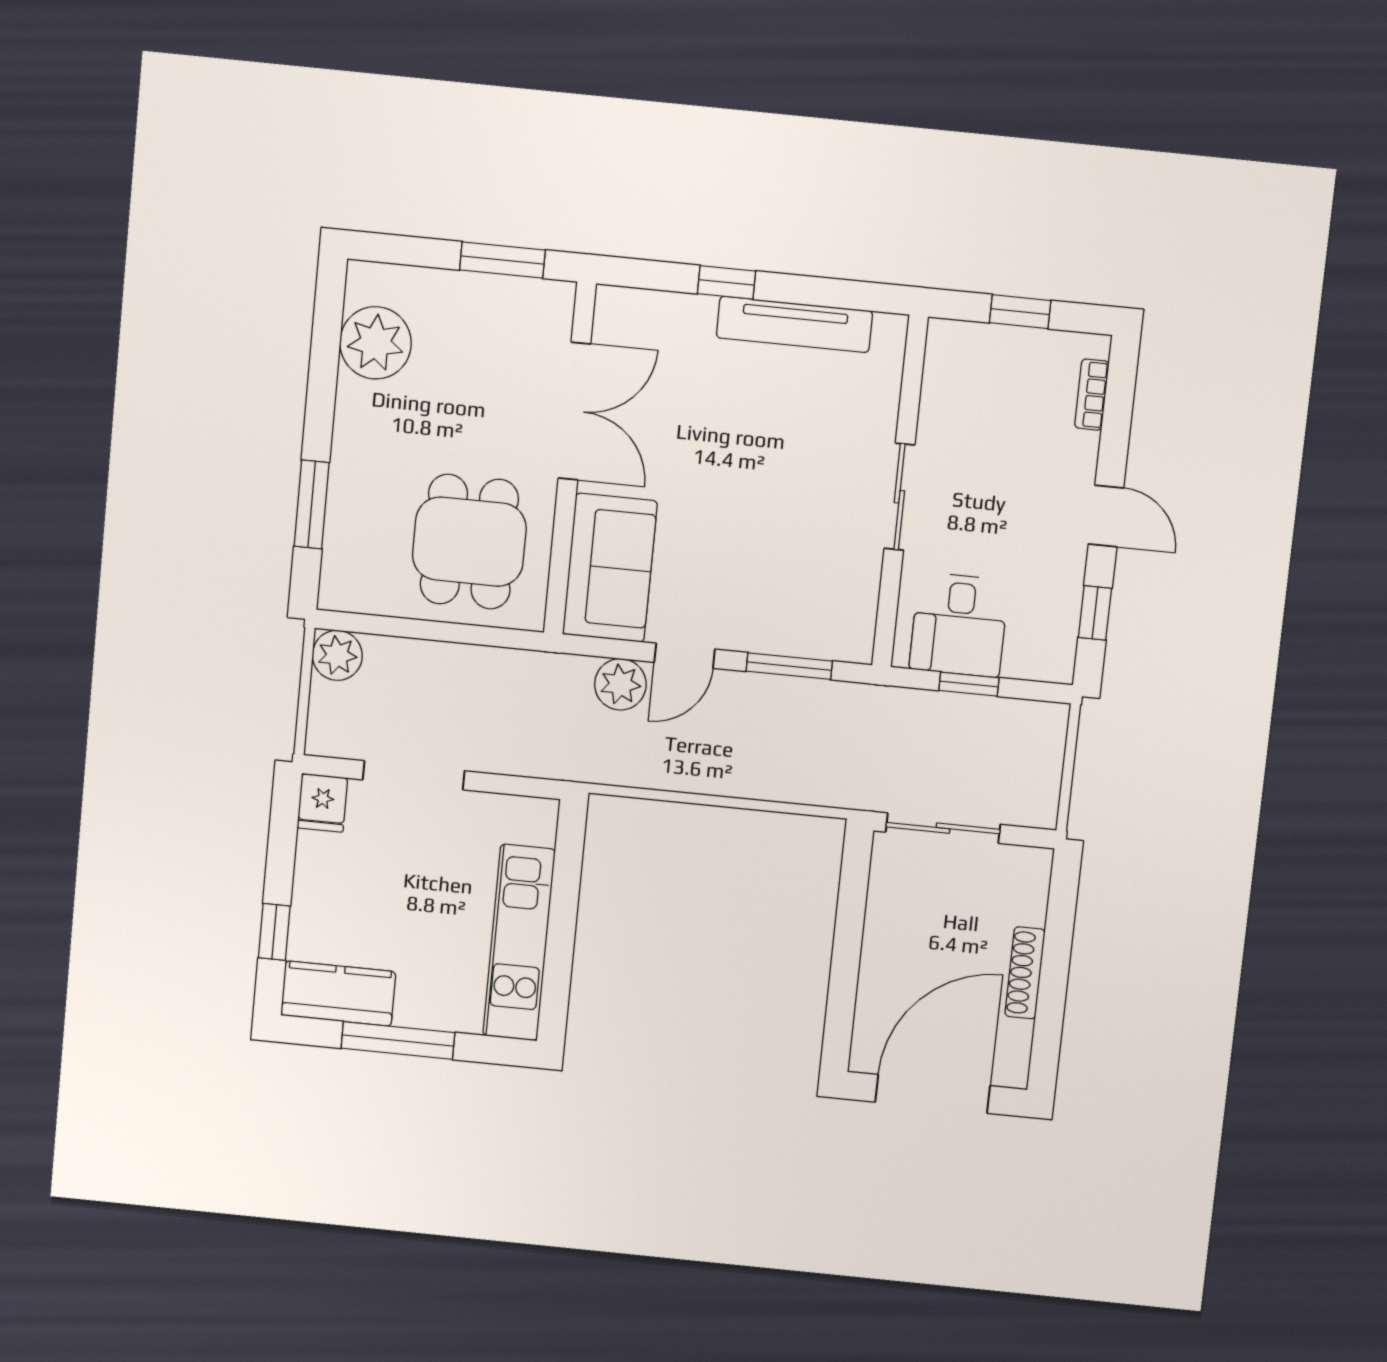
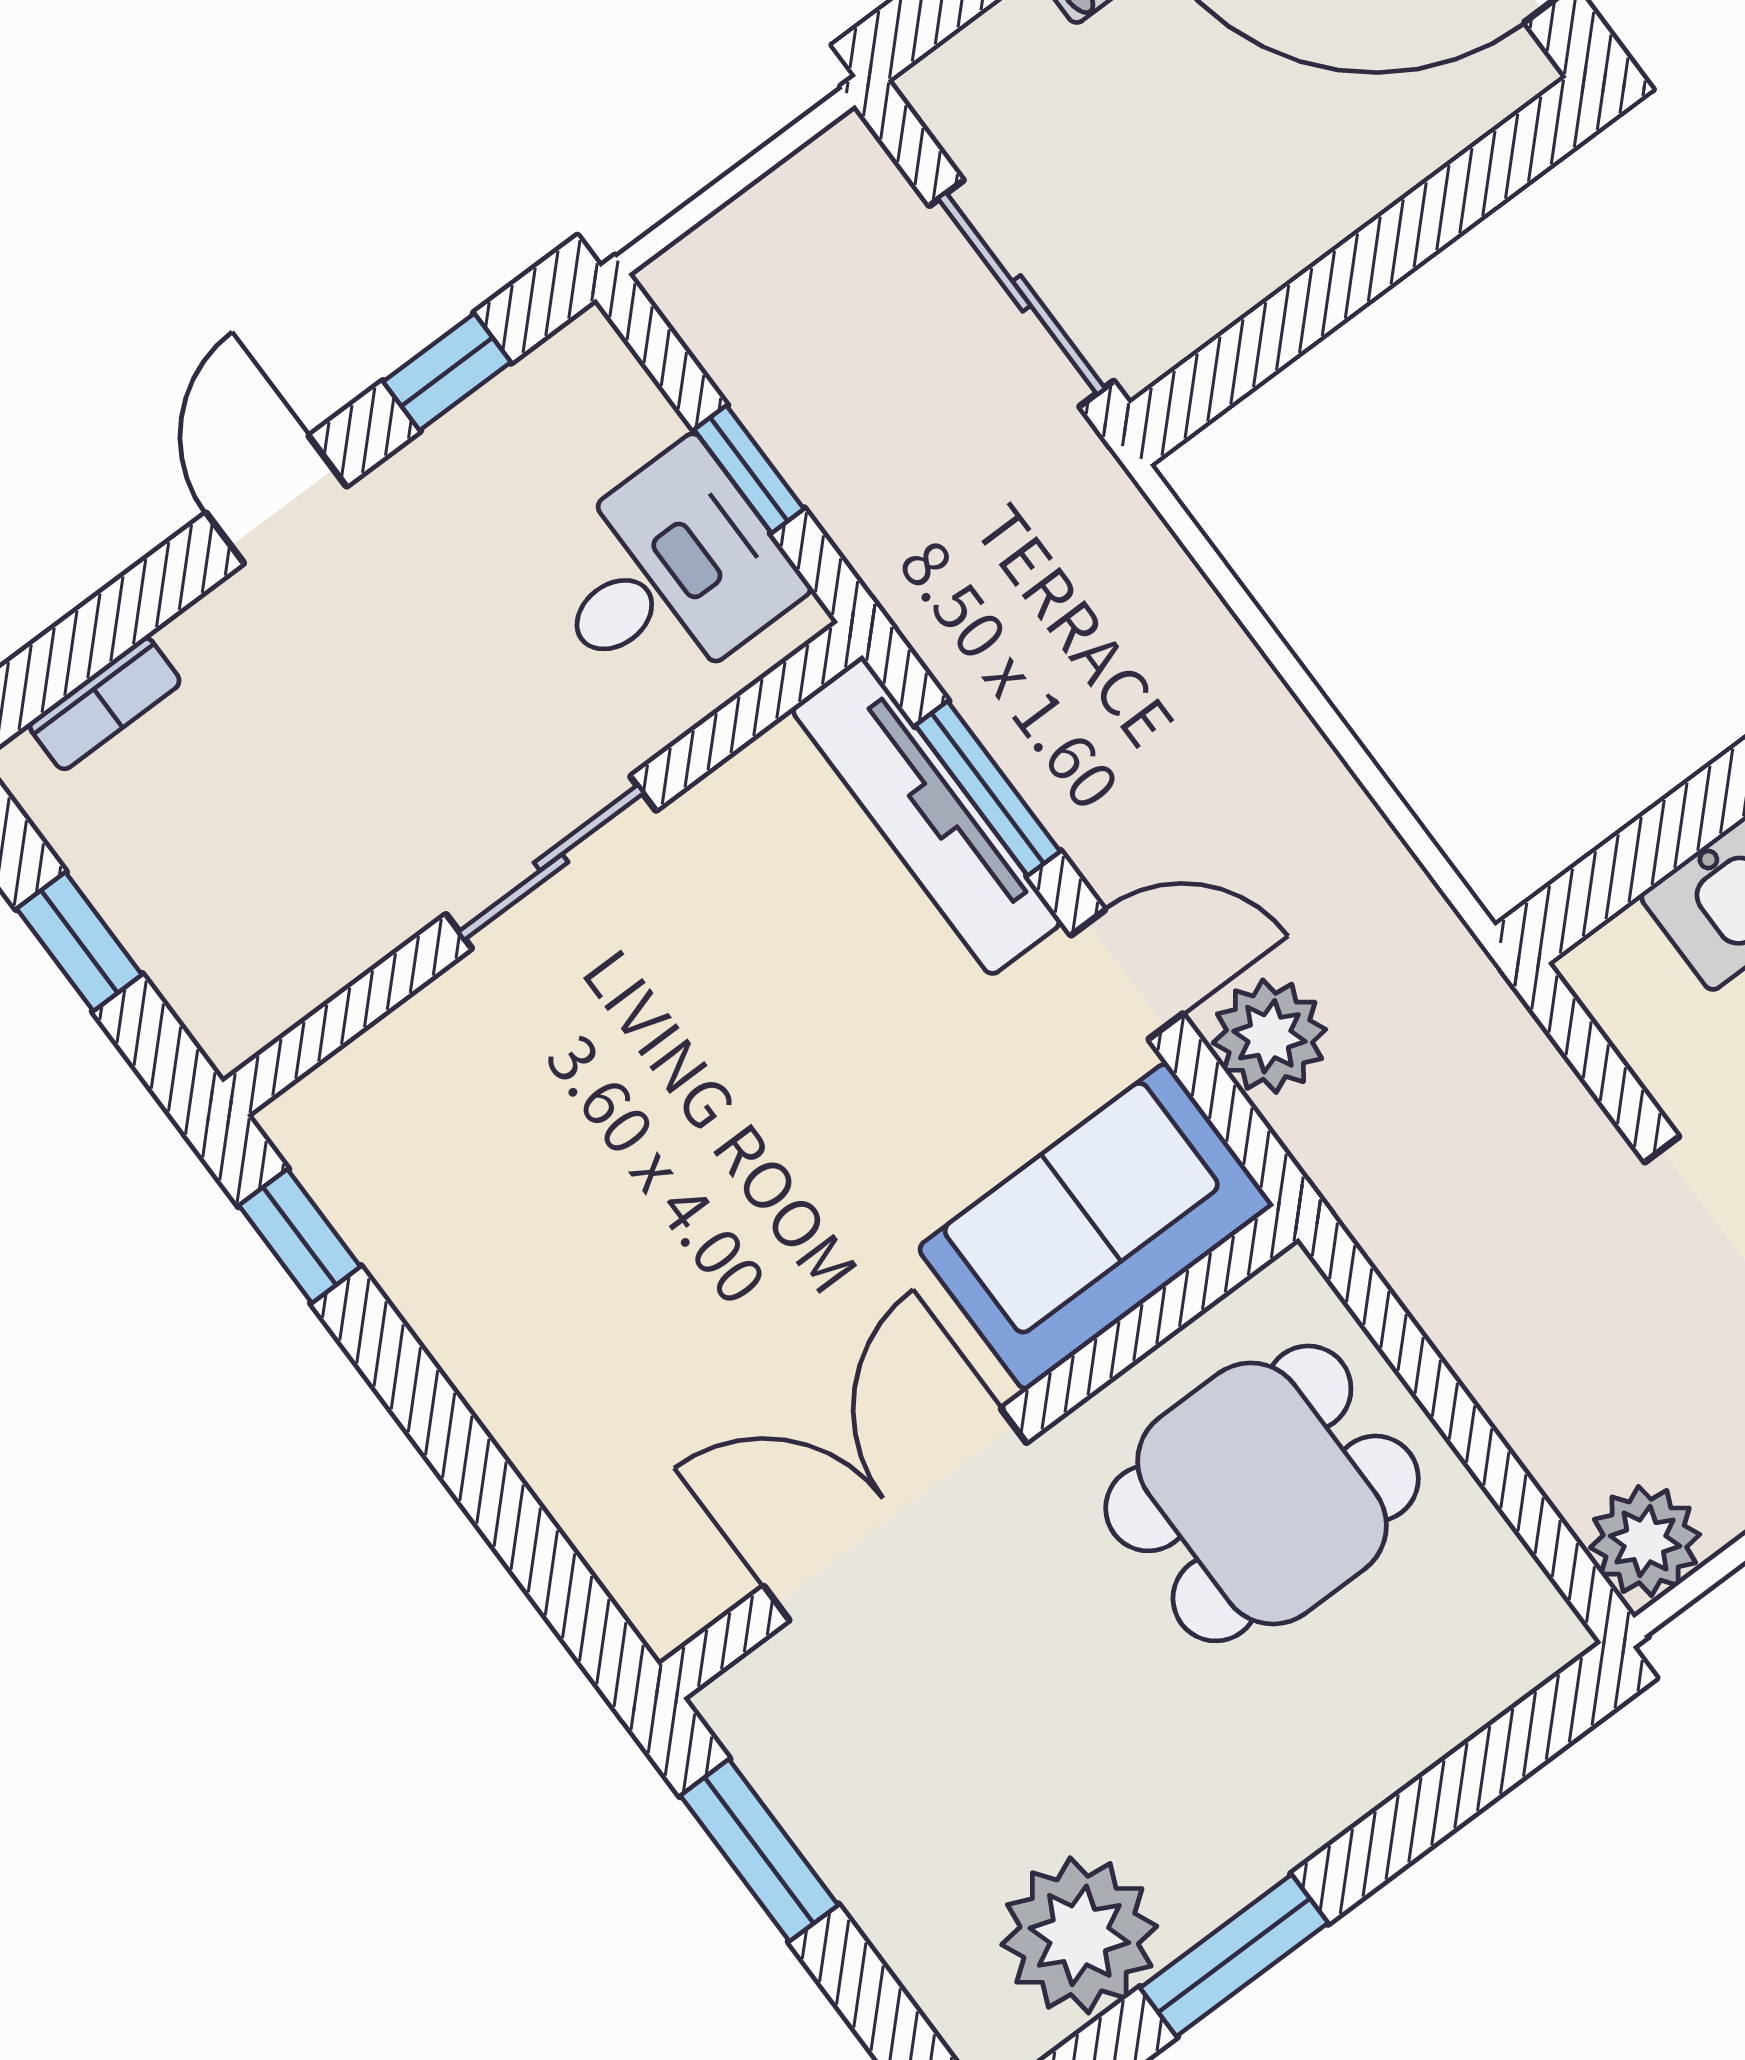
window: (726, 282) -> (300, 1236), moved
tv unit: (794, 324) -> (926, 816), moved, turned 180
window: (312, 504) -> (1234, 1955), moved

